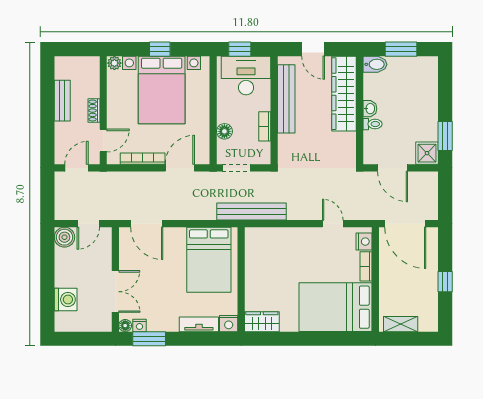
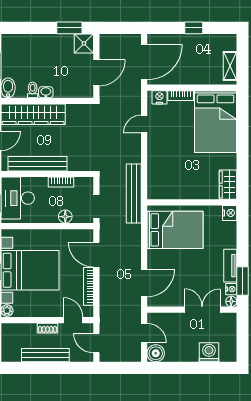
bench: (62, 101) -> (45, 355), width x1.36
toilet: (373, 124) -> (33, 90), moved
tv unit: (199, 324) -> (230, 266), moved

